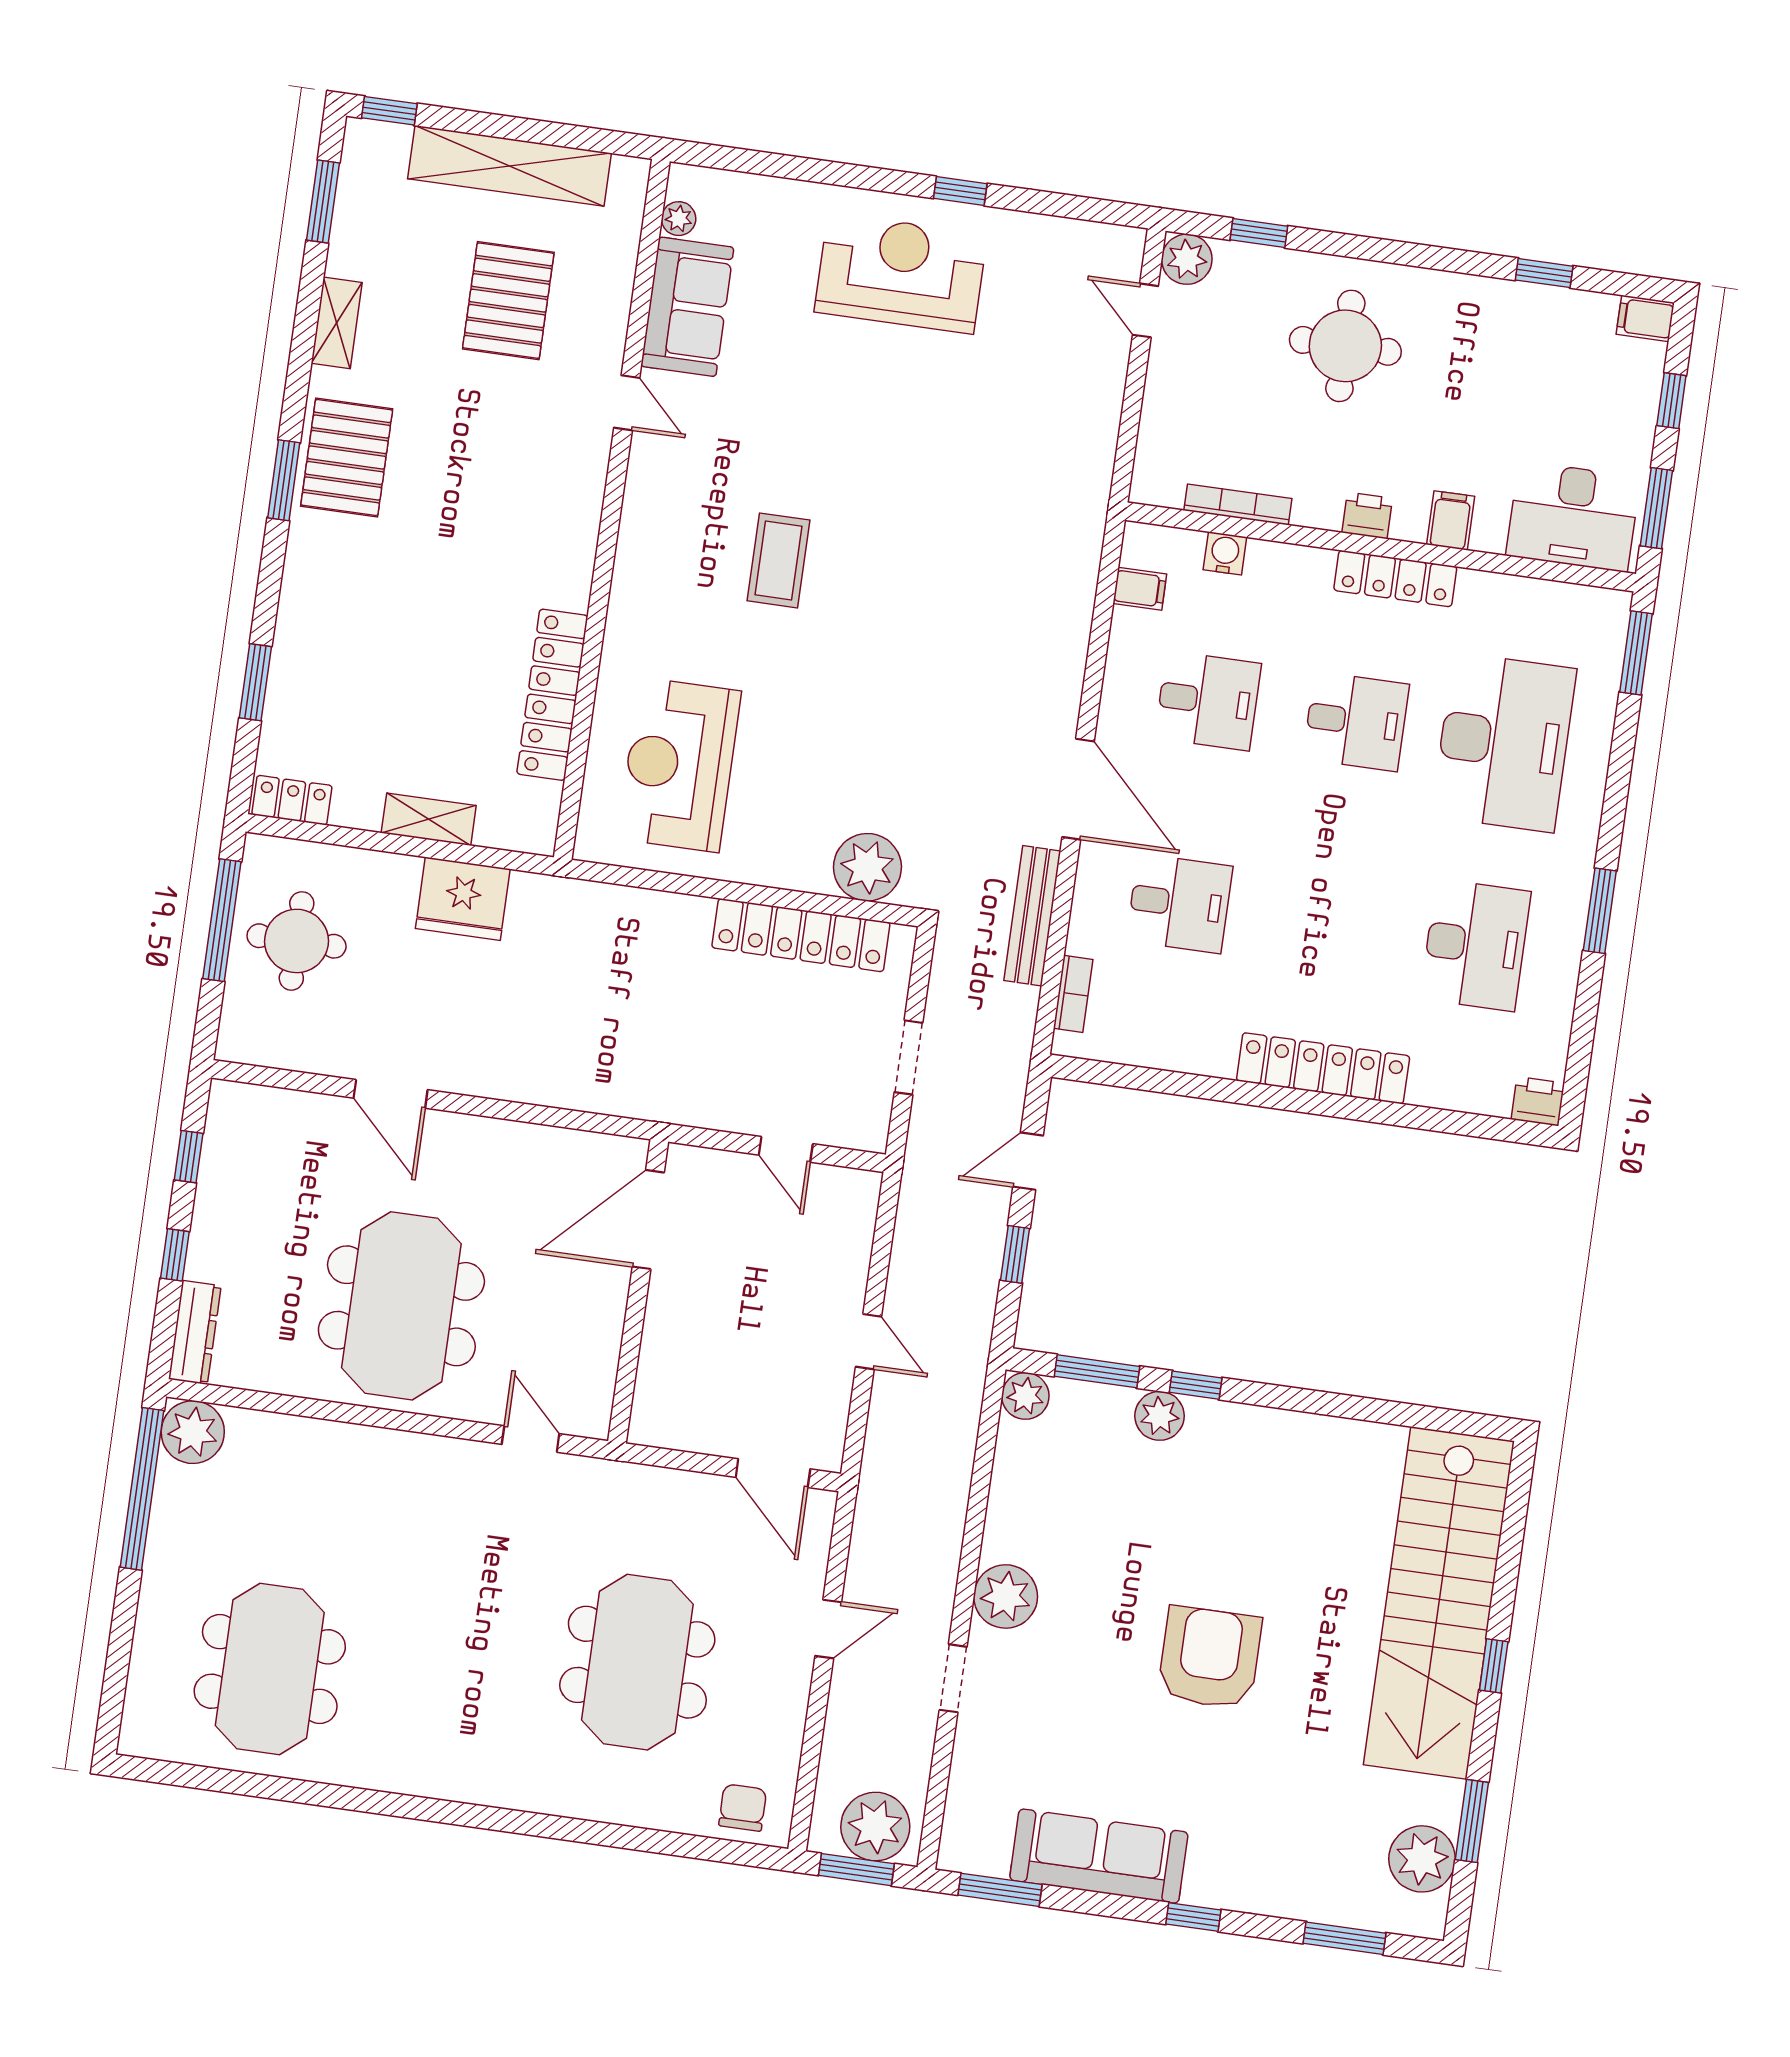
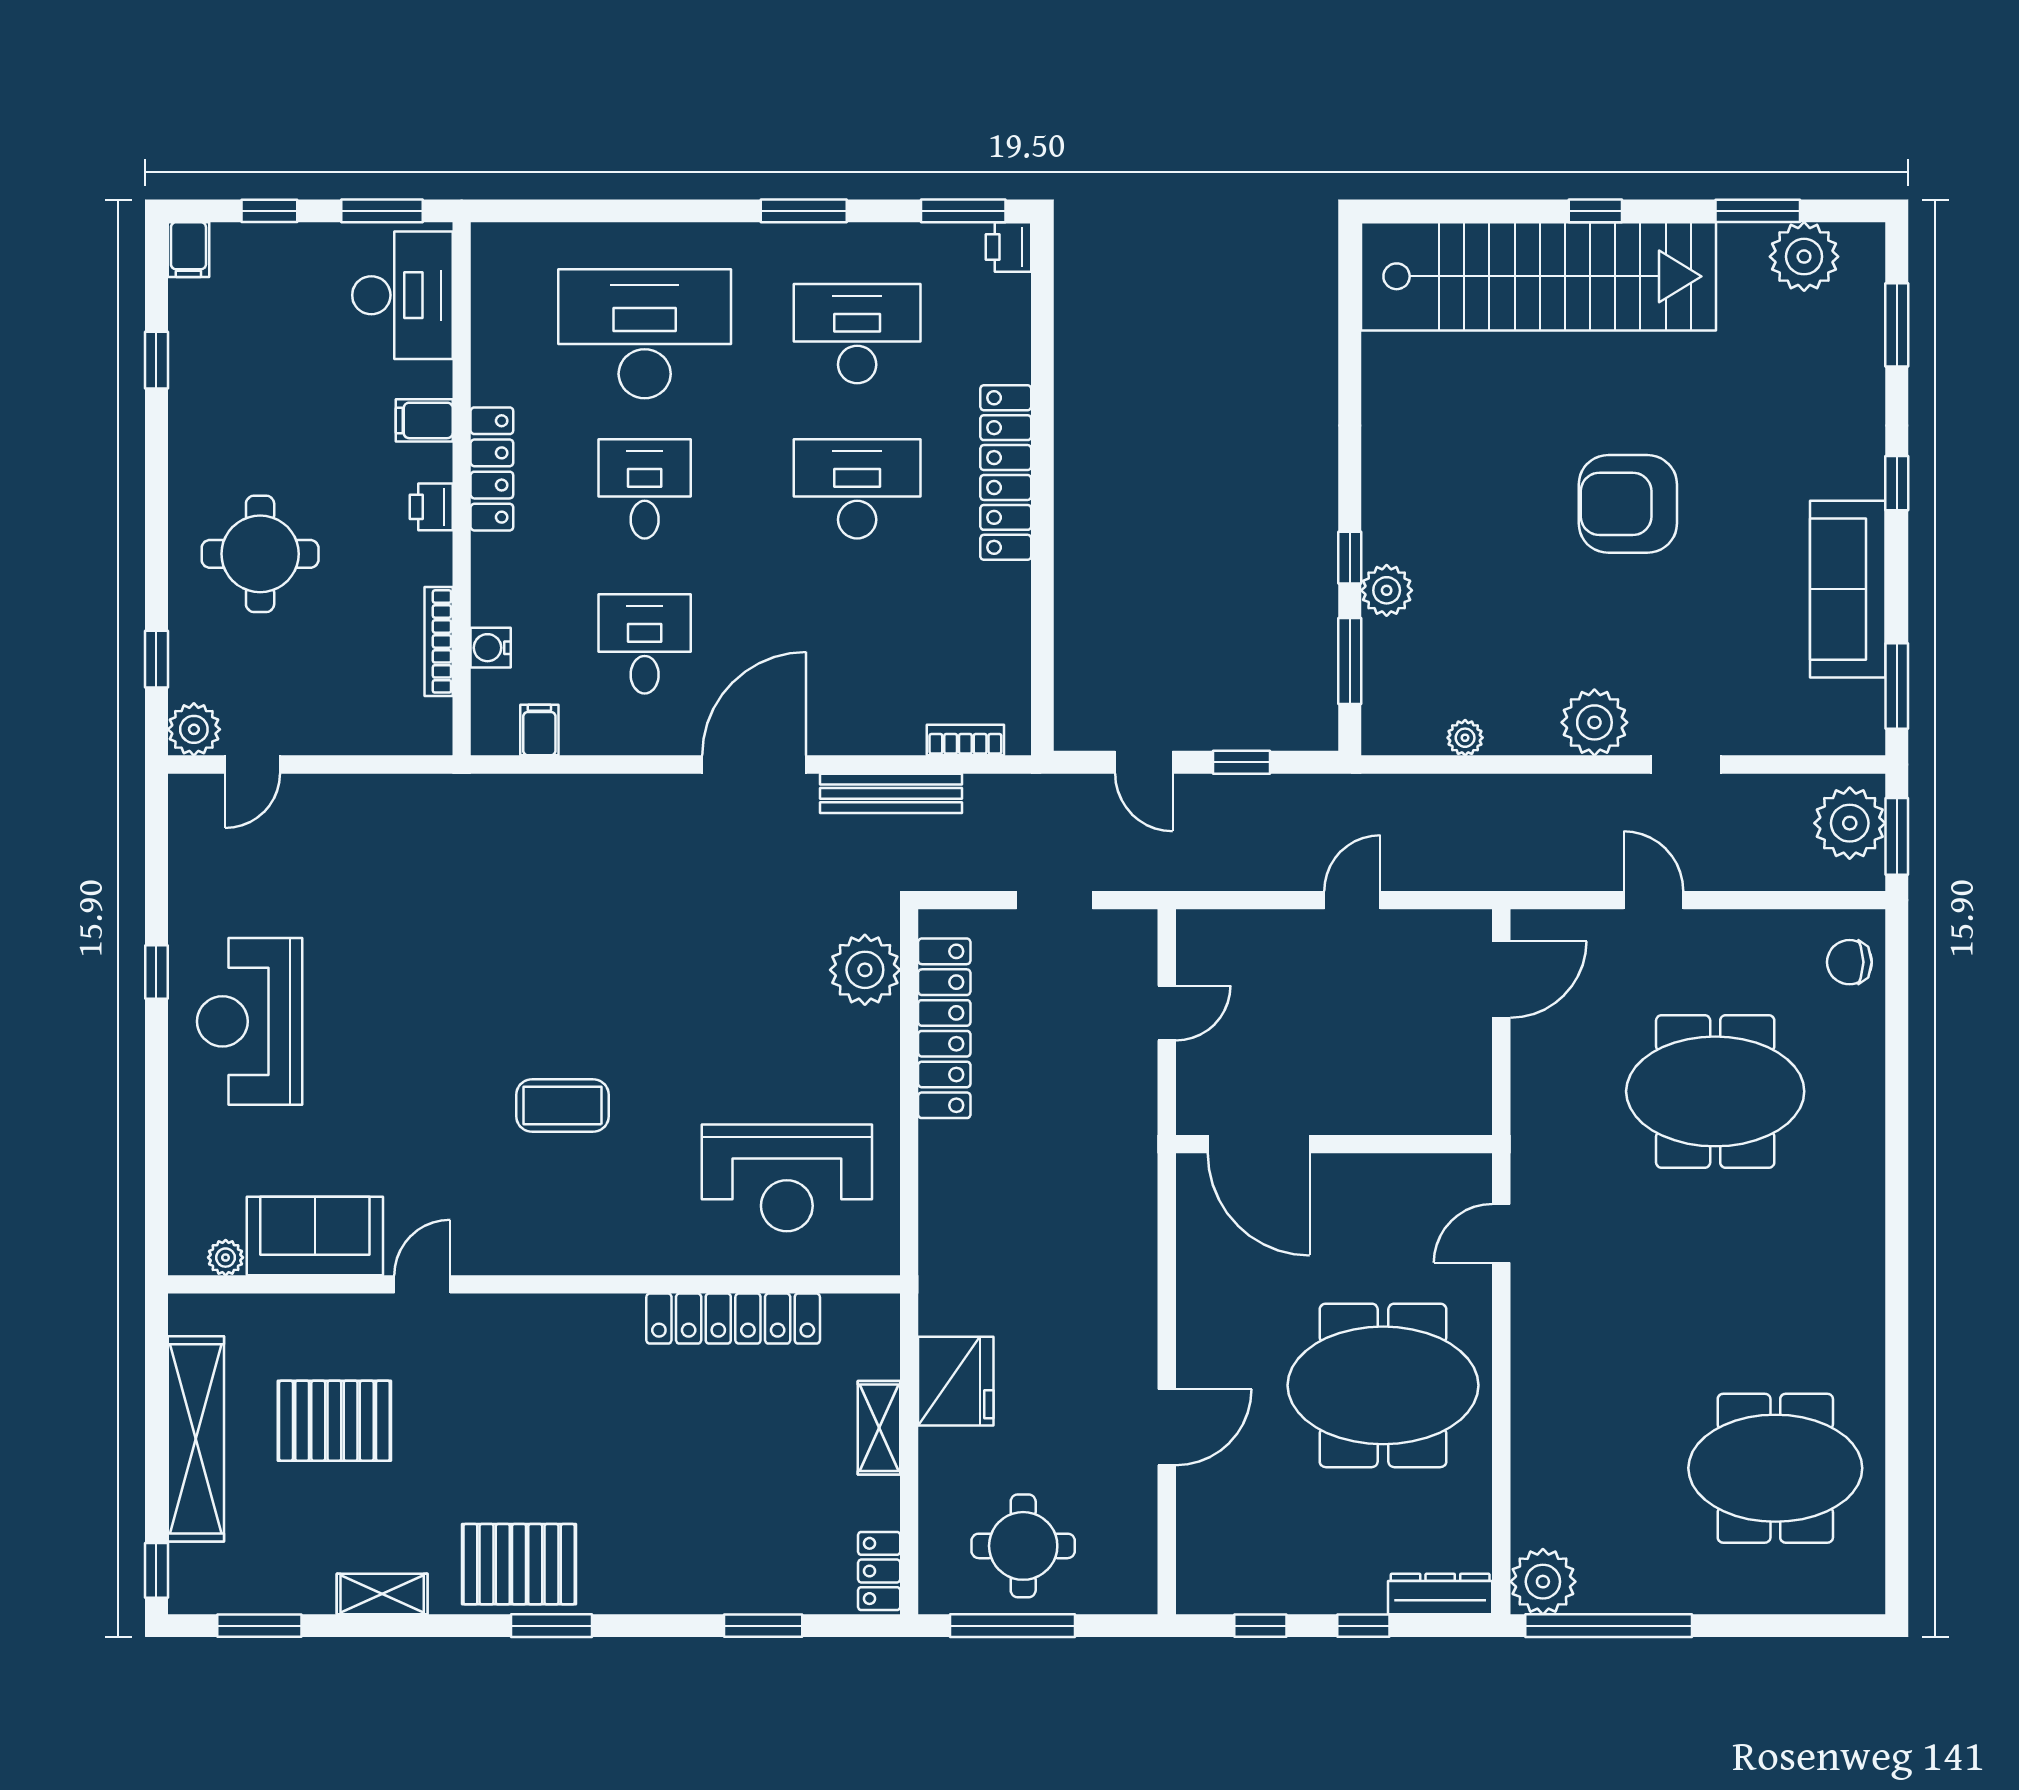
window: (1636, 653) -> (963, 211), moved
desk: (1179, 903) -> (857, 489), moved, width x1.37
plant: (1025, 1396) -> (1465, 738), moved, width x0.73, depth x0.73

